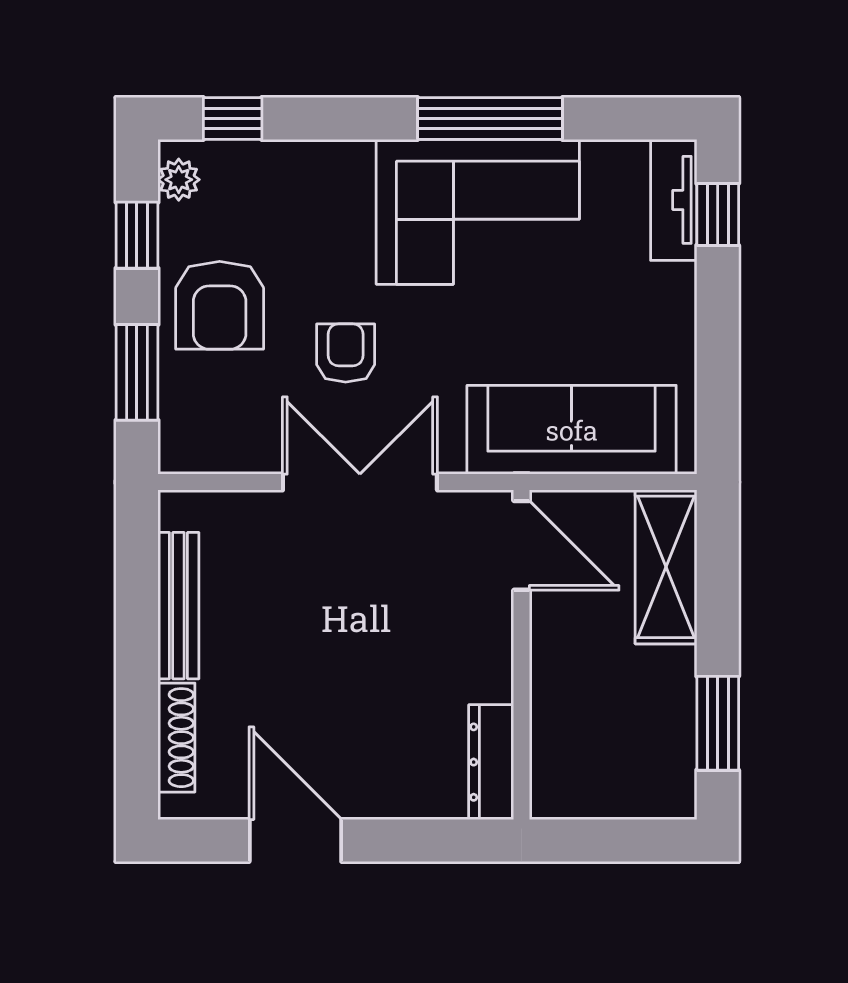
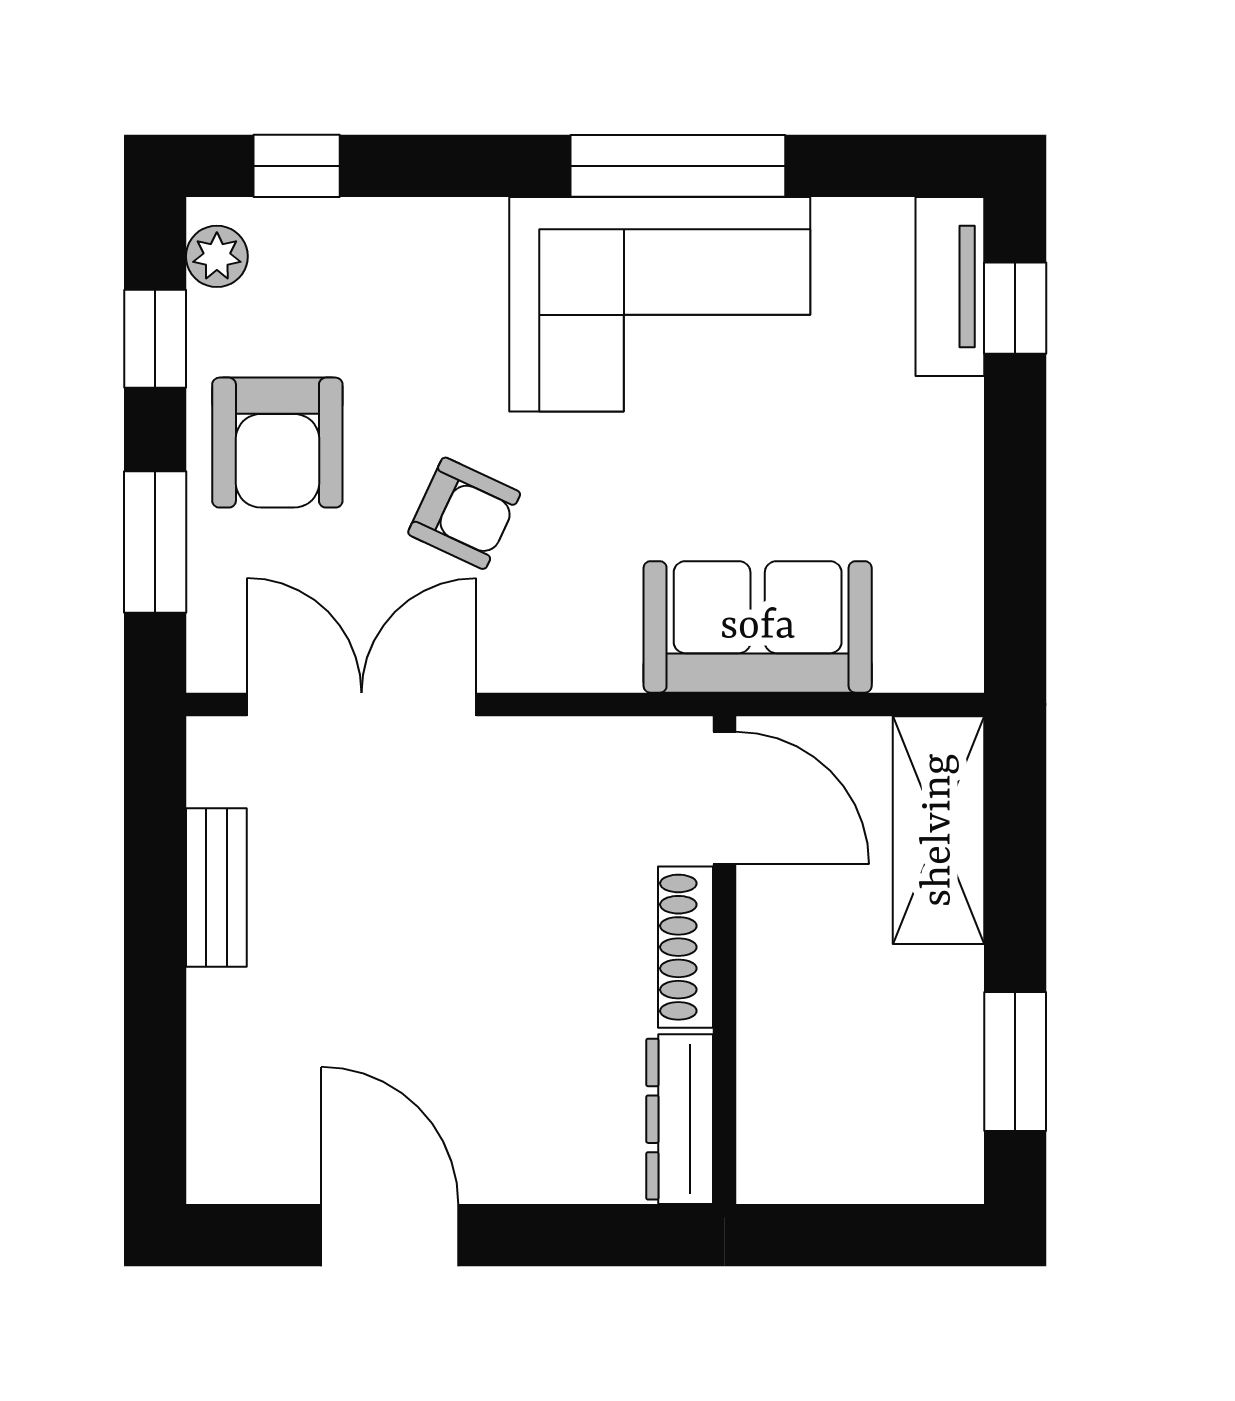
armchair: (346, 353) -> (464, 513), turned 115
sofa: (572, 430) -> (758, 627), width x0.73
double door: (360, 482) -> (362, 704), moved
bench: (178, 606) -> (216, 887), width x0.73
shoe rack: (176, 738) -> (686, 947), moved, turned 180

